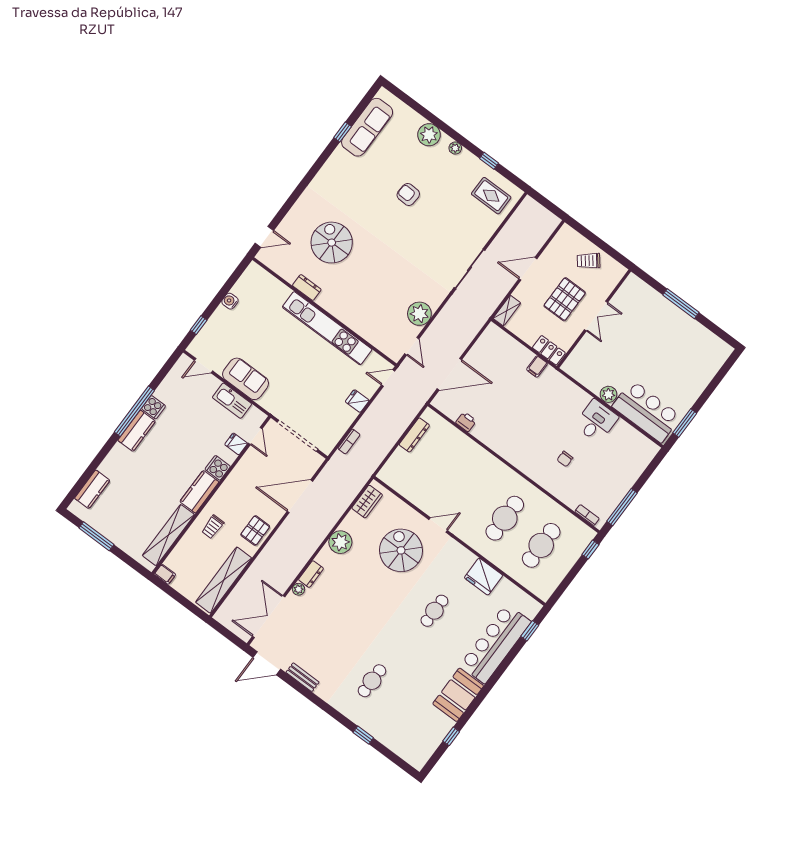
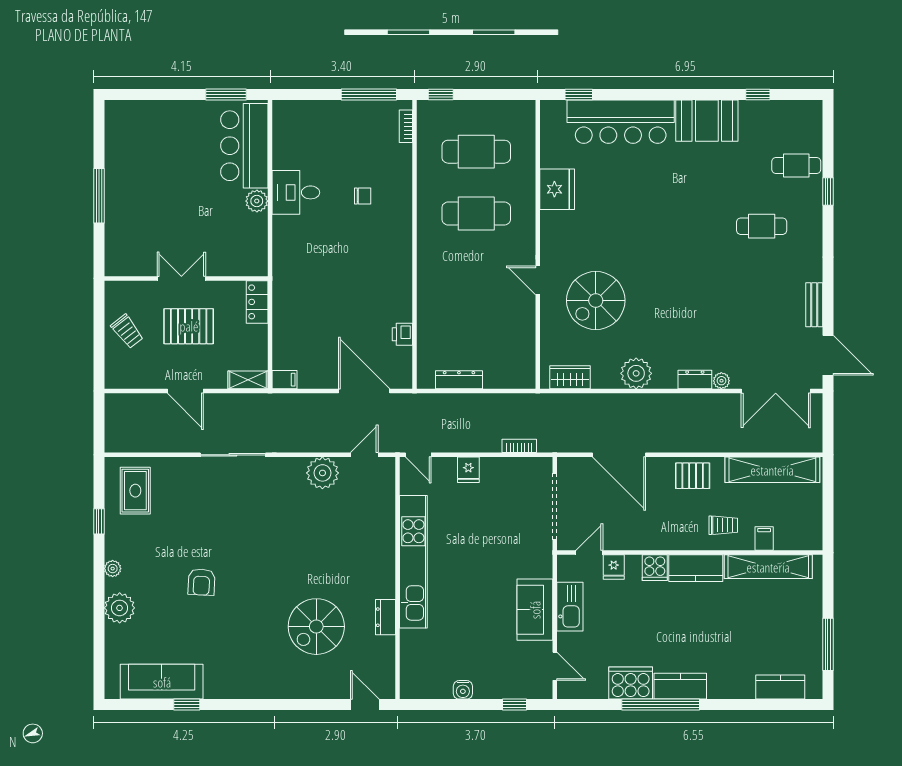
filing cabinet: (537, 367) -> (285, 380), moved
cooker: (154, 407) -> (631, 683), width x1.87, depth x1.31
filing cabinet: (165, 574) -> (764, 538), moved
cafe table: (434, 611) -> (796, 165), moved

